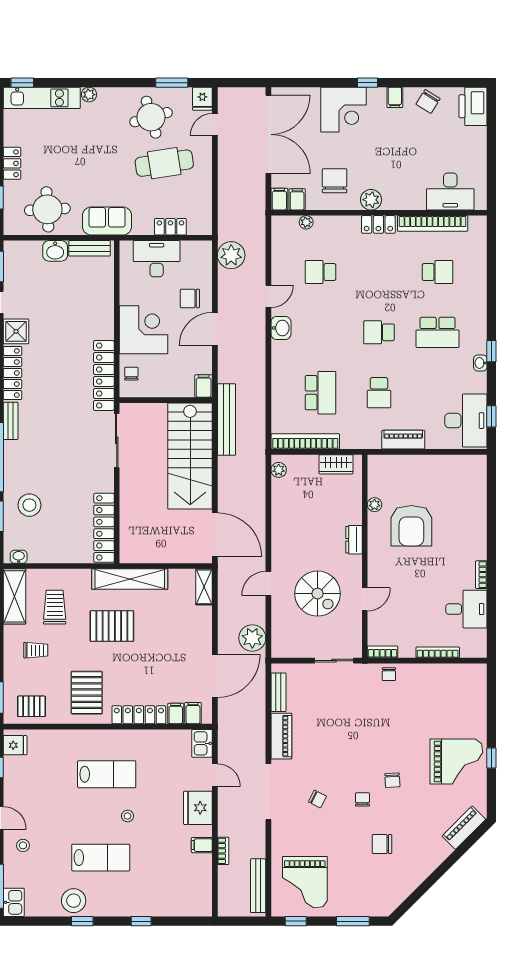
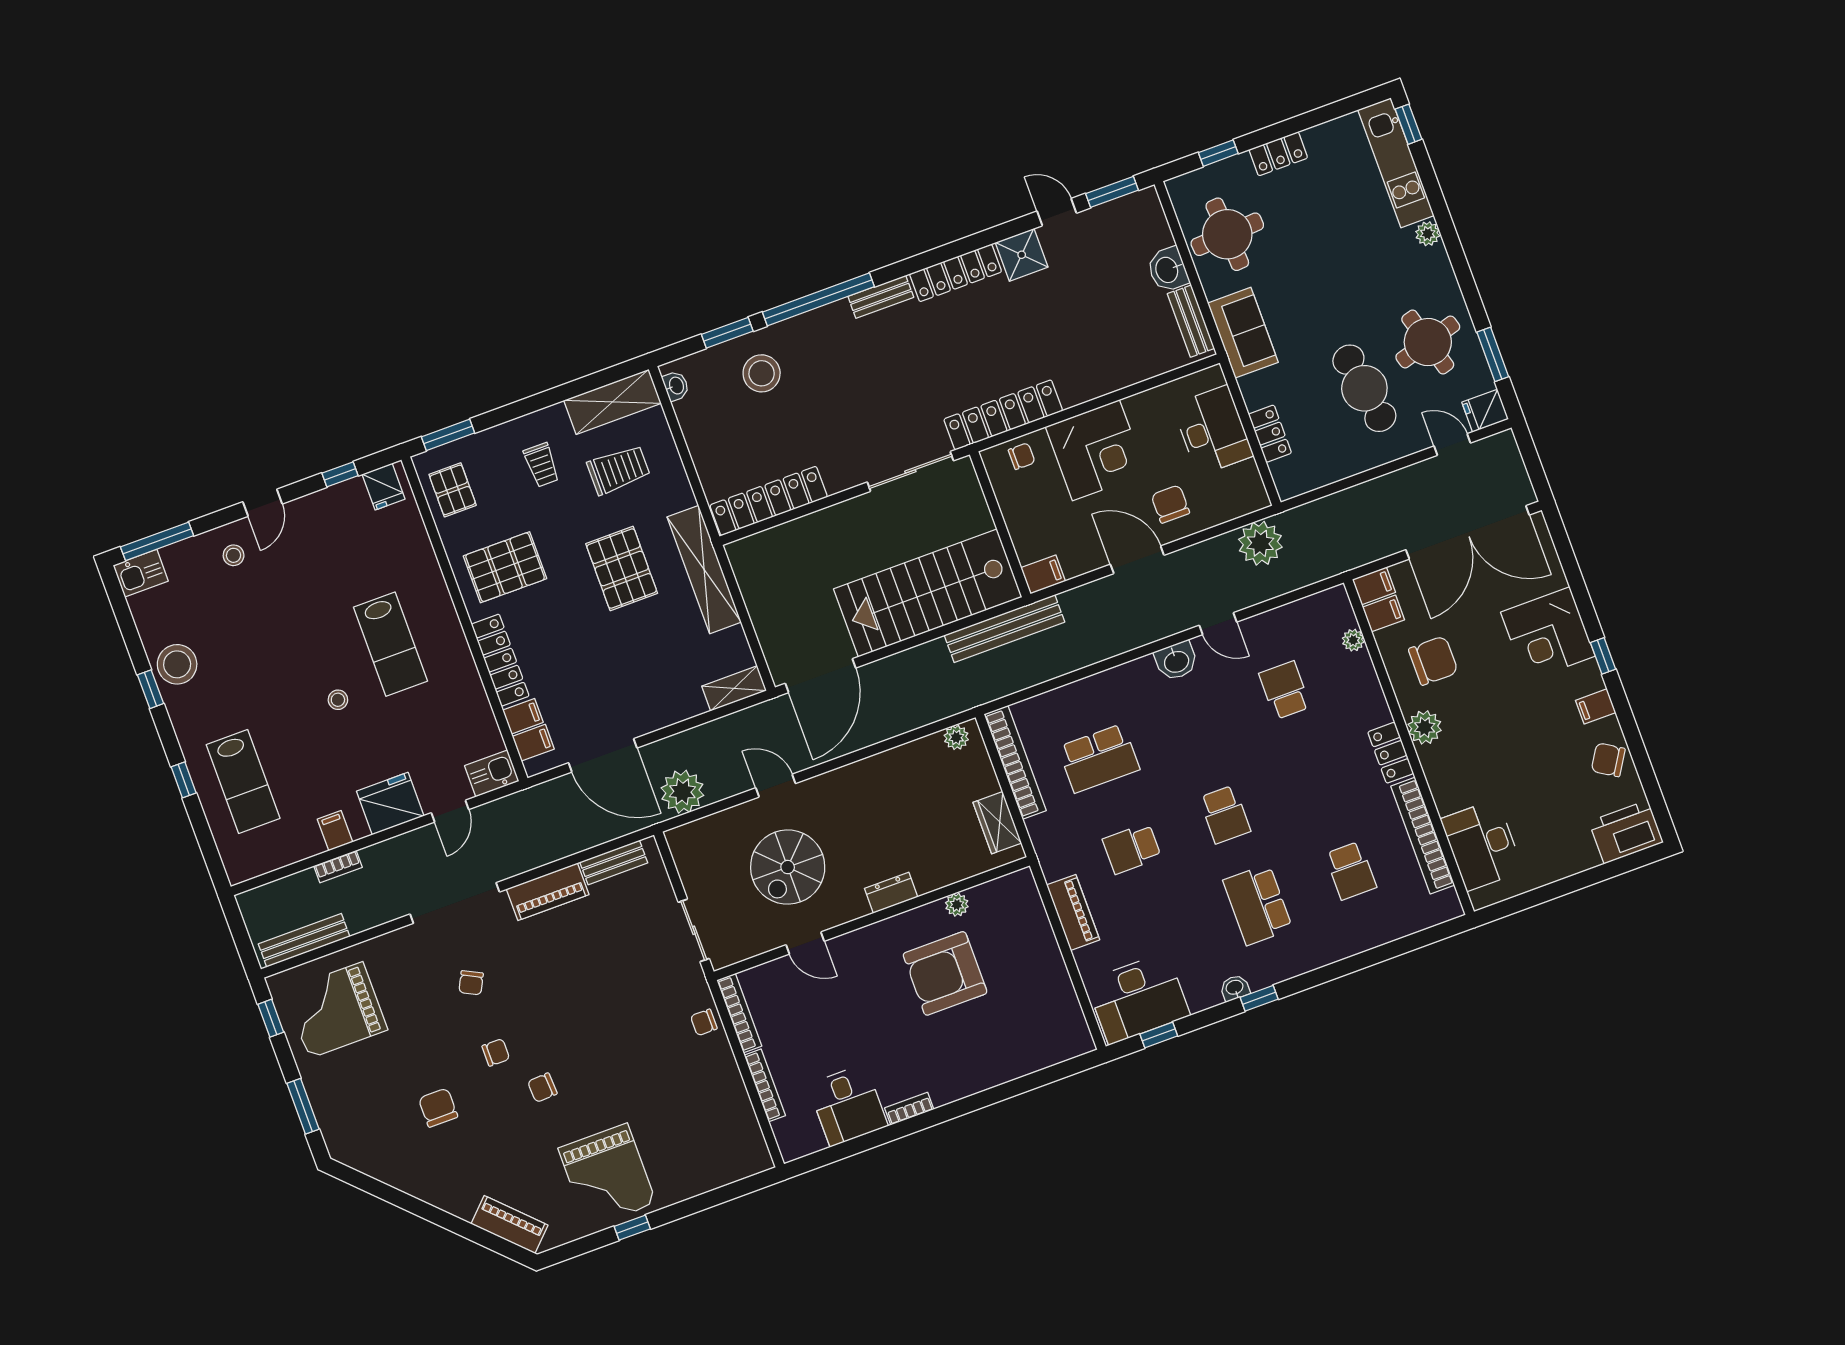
school desk: (379, 332) -> (1225, 814), turned 180
bookcase: (382, 652) -> (739, 1013), width x1.56
lab bench: (101, 858) -> (243, 782), moved

